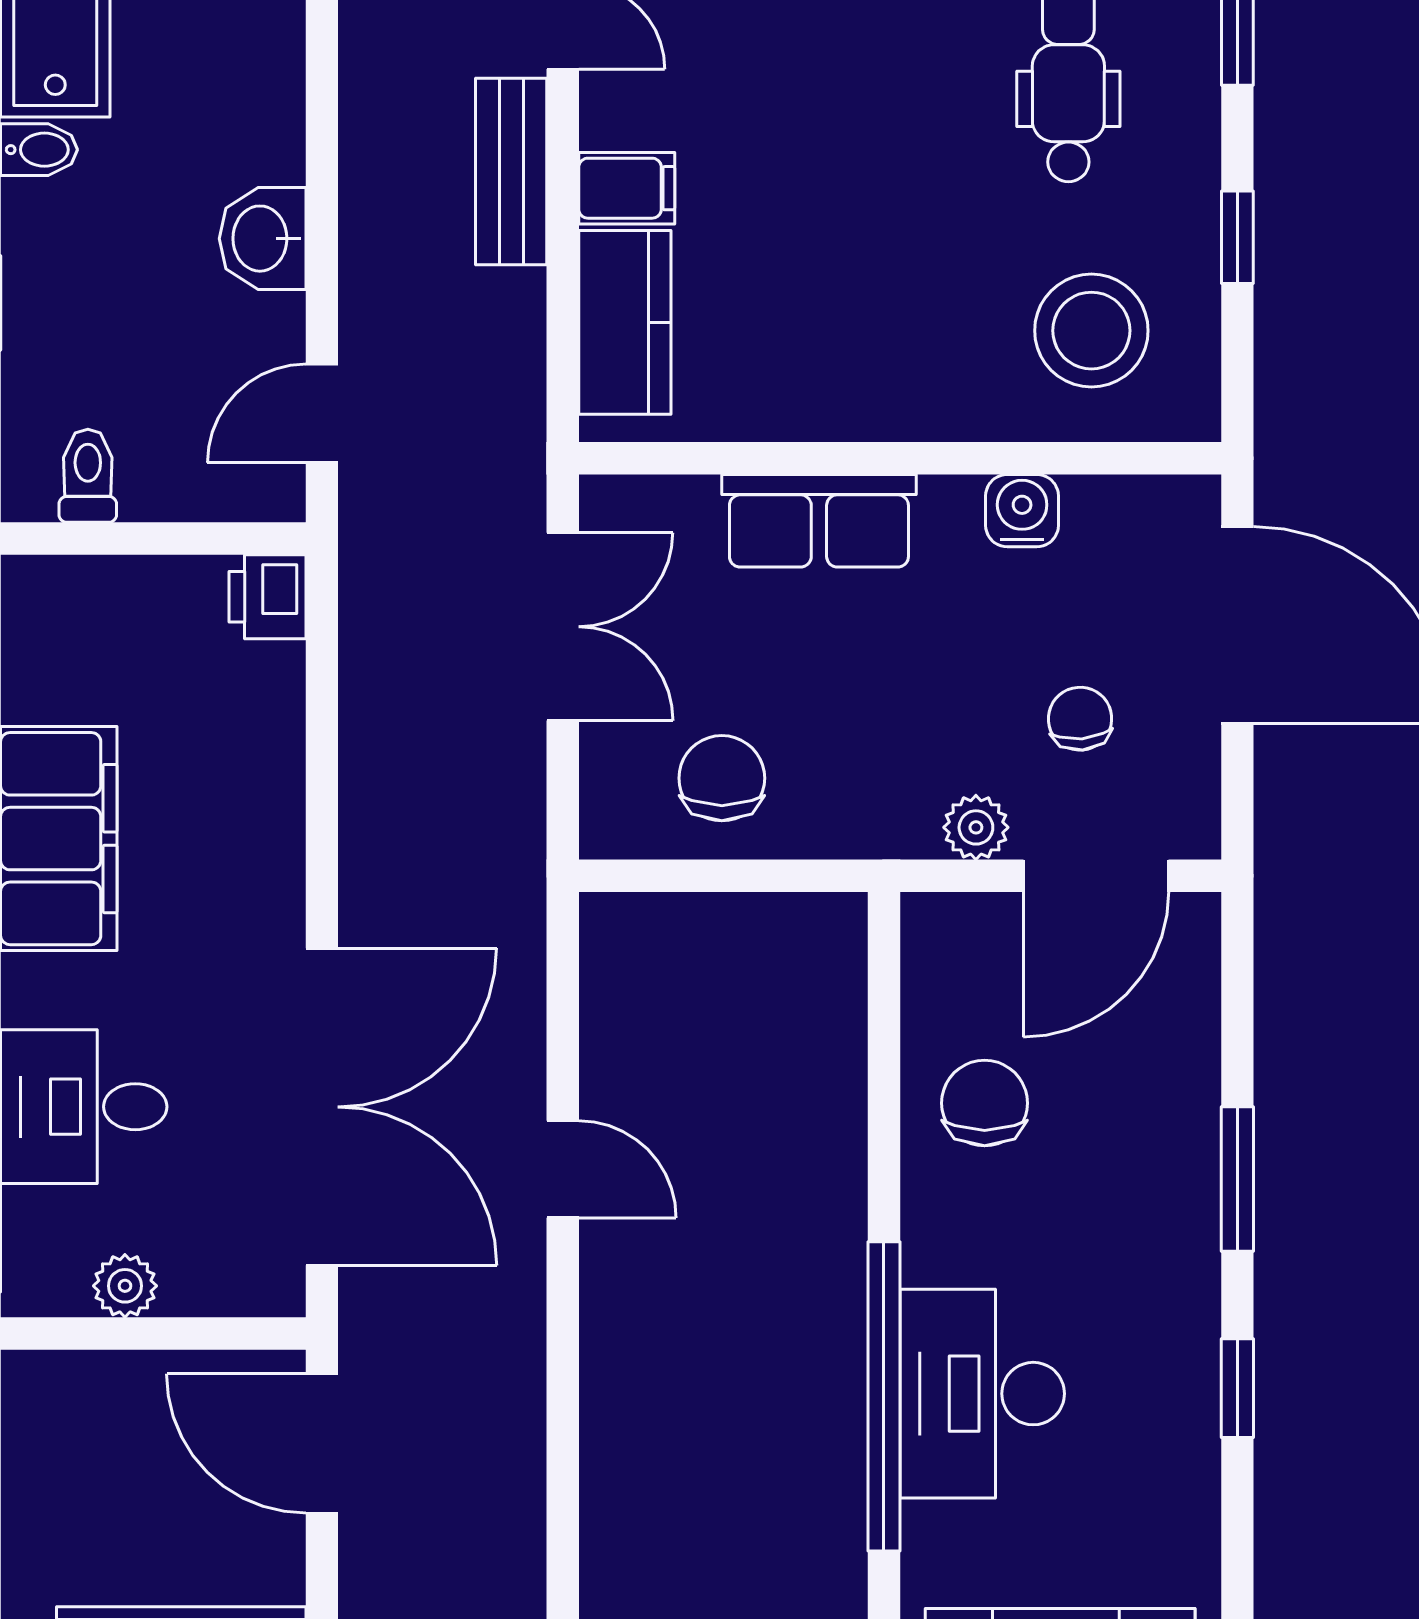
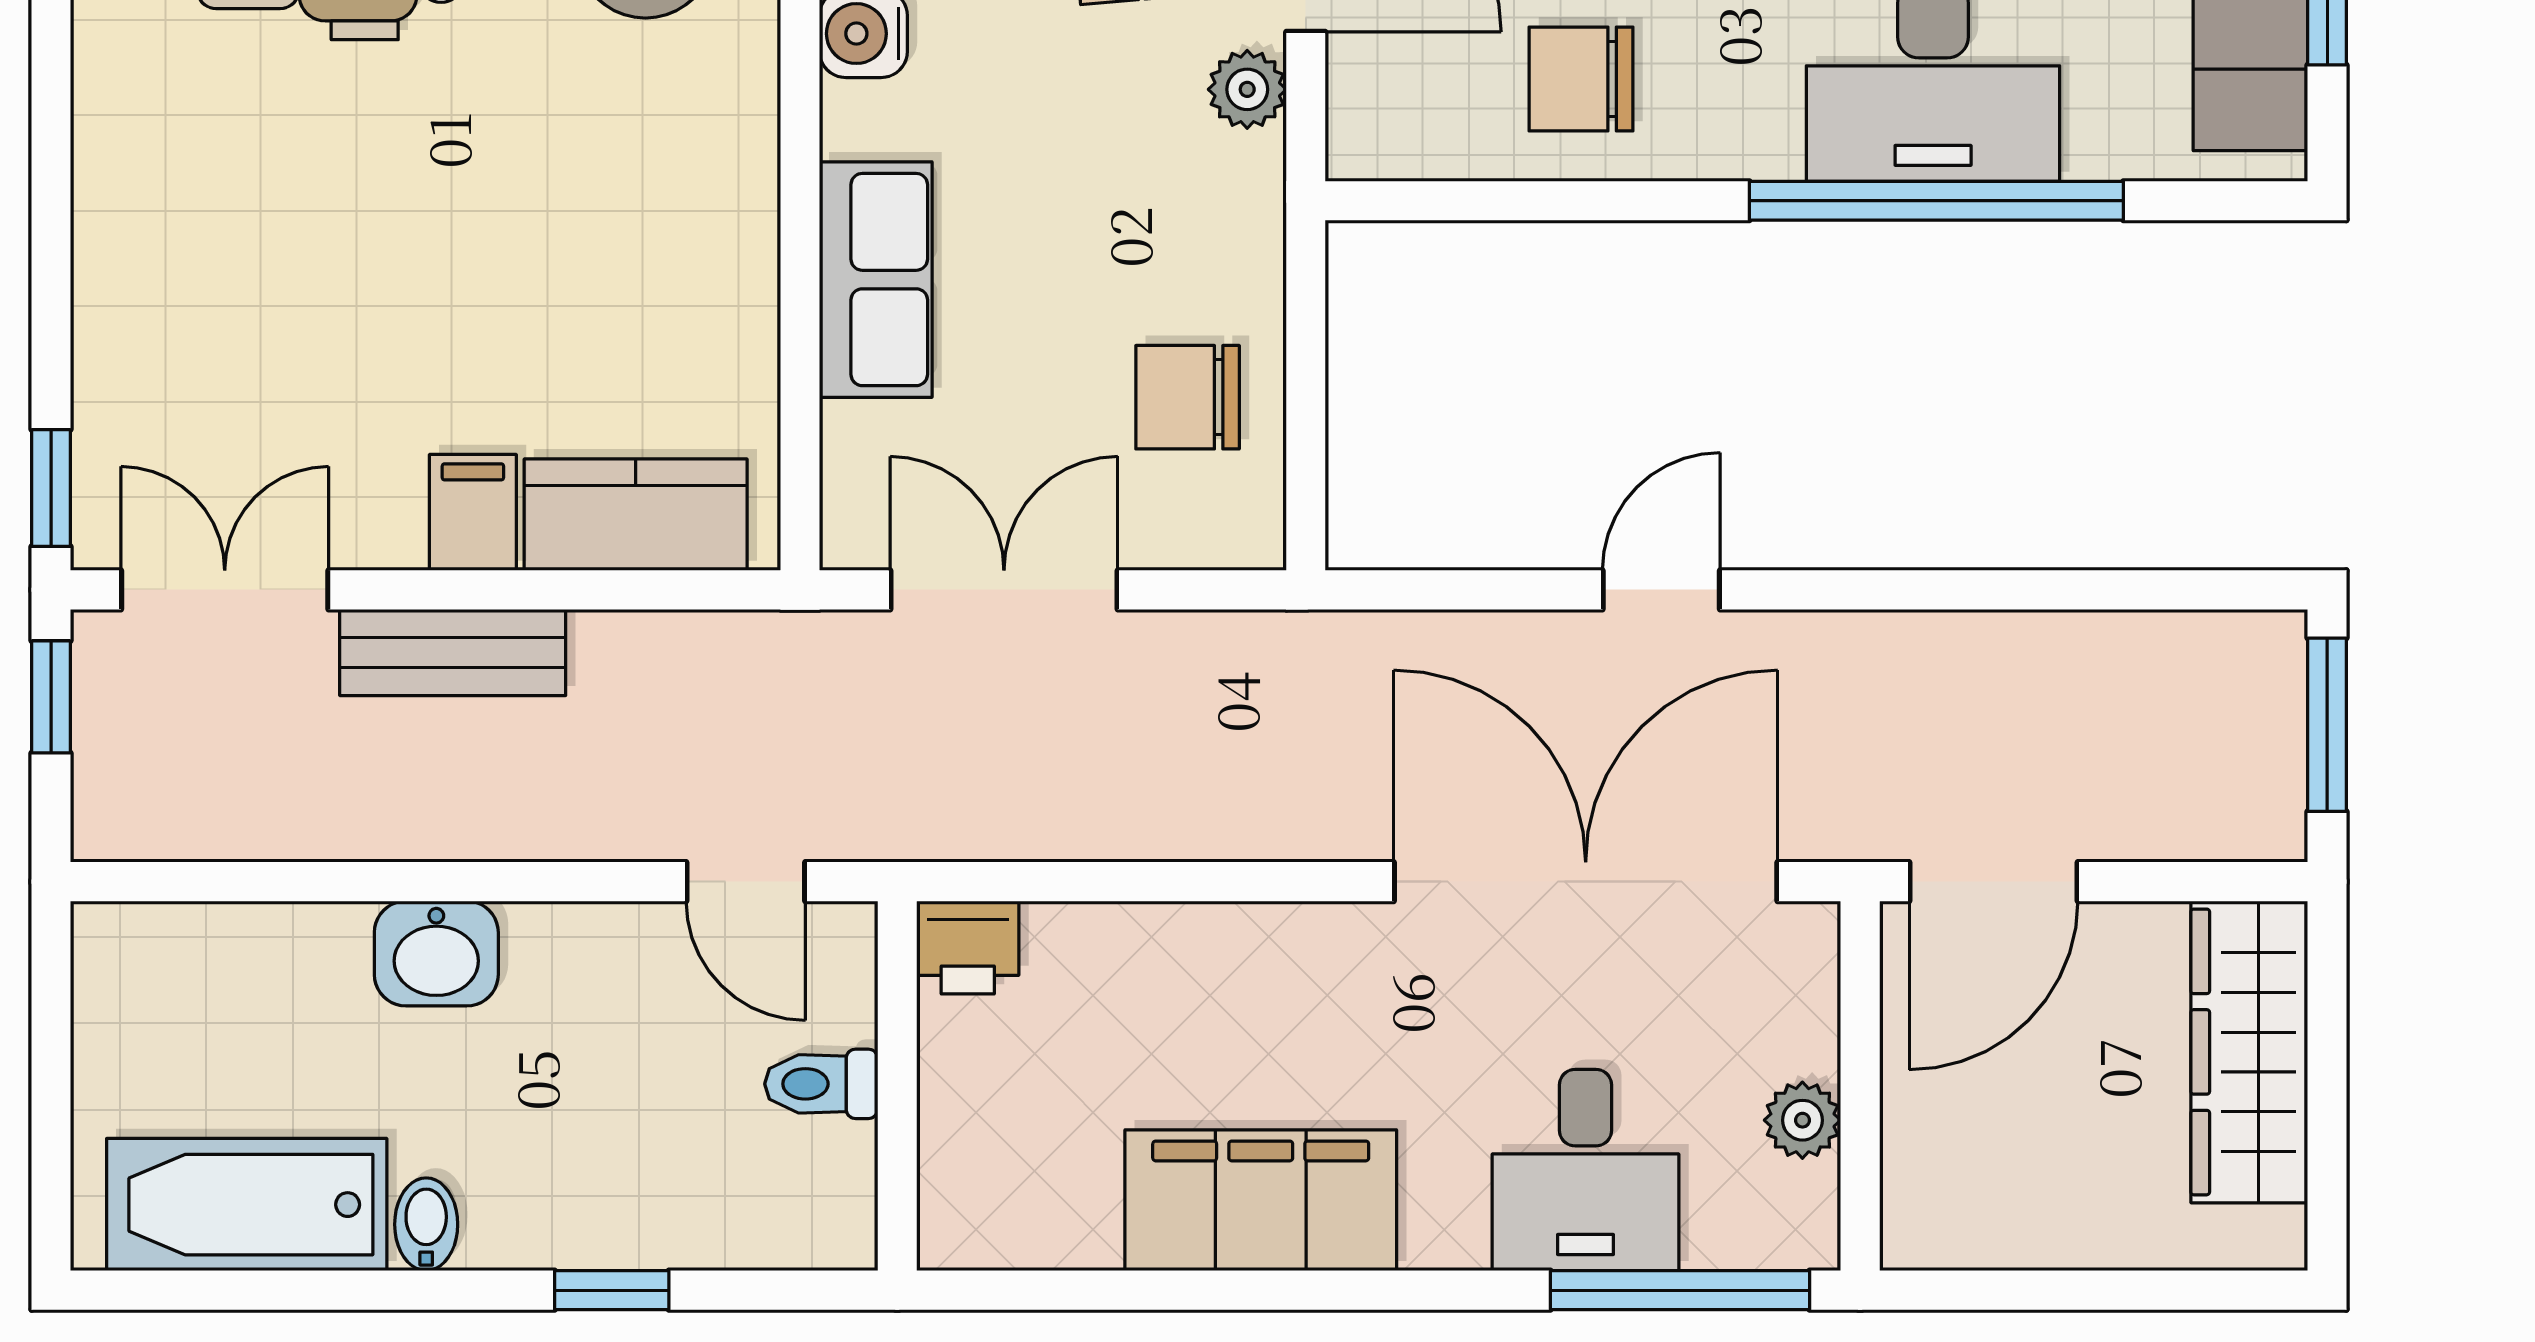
washbasin: (263, 239) -> (436, 953), moved
toilet: (88, 476) -> (821, 1084), moved

